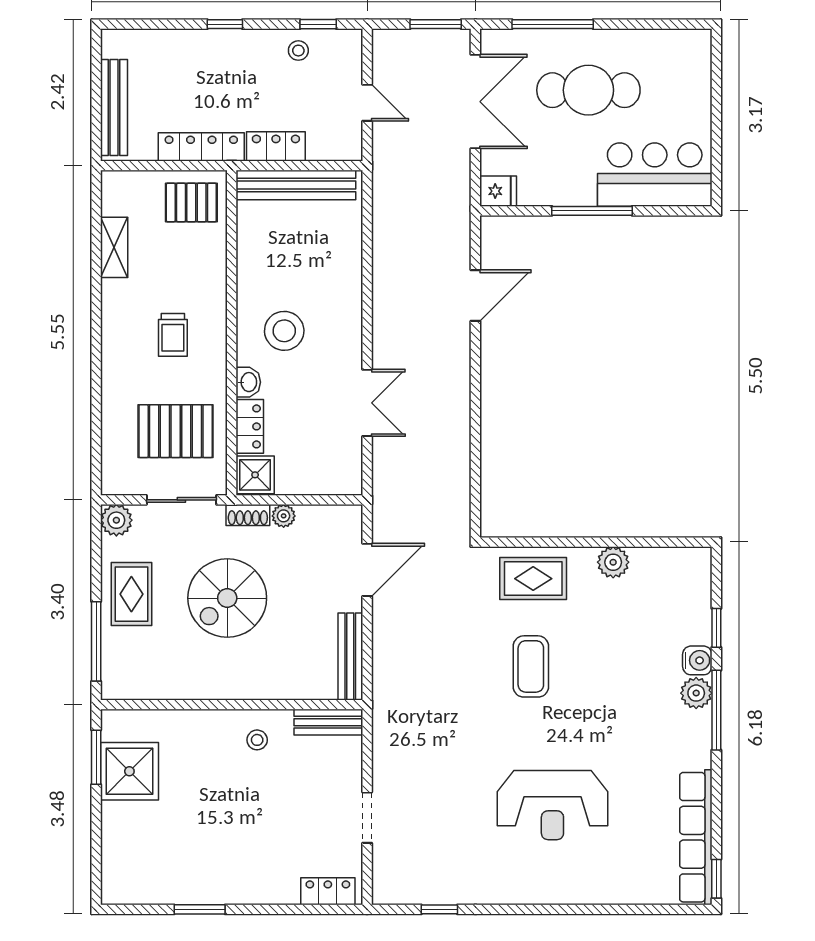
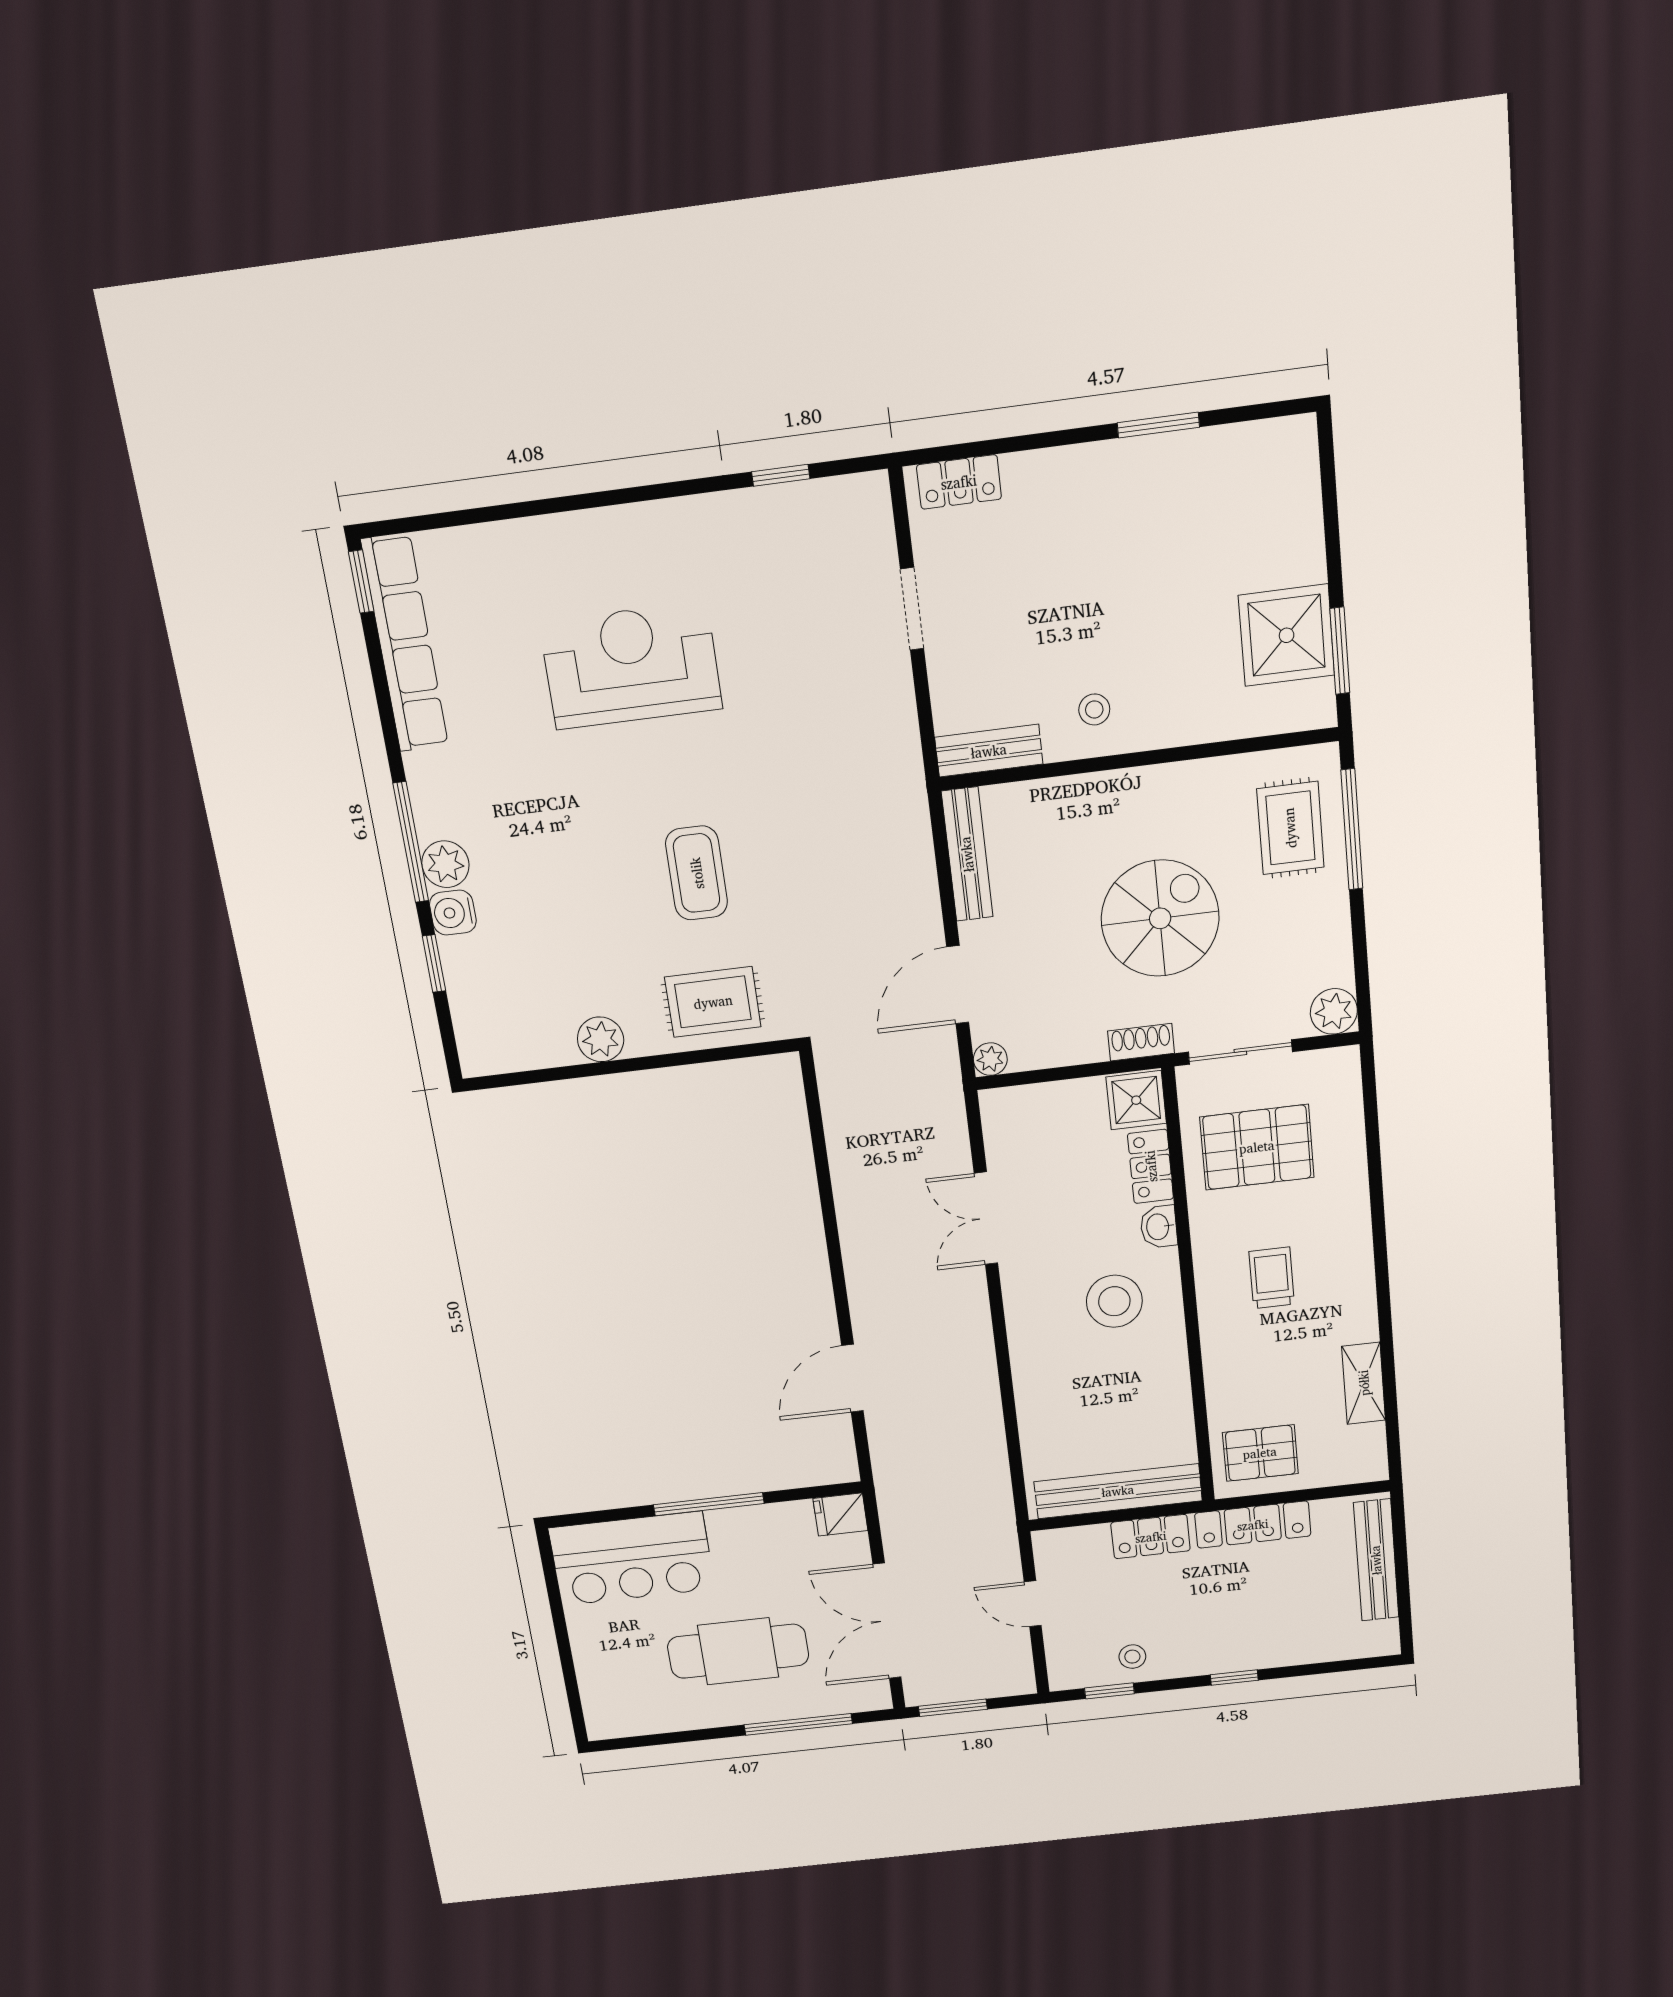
plant: (284, 516) -> (990, 1059), moved
rug: (131, 594) -> (1290, 828), moved

